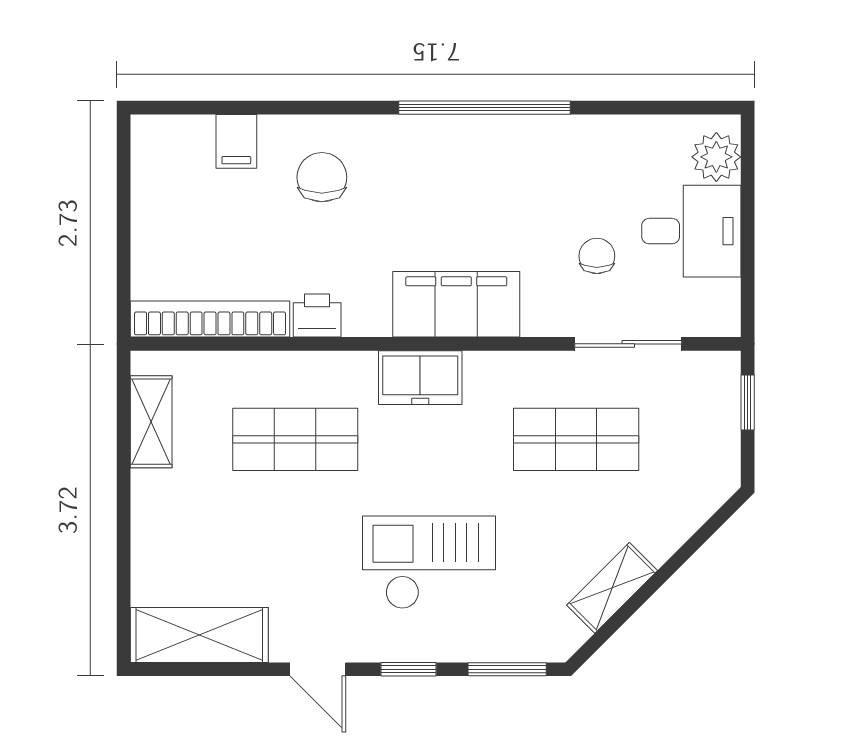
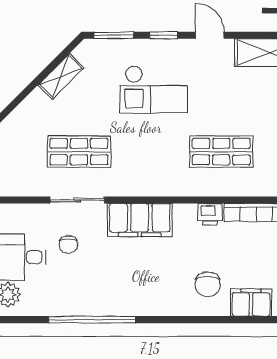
window: (484, 108) -> (92, 320), moved
filing cabinet: (236, 141) -> (251, 303), width x2.00
sliding door: (628, 344) -> (77, 200), moved
freezer: (420, 378) -> (158, 183), removed

